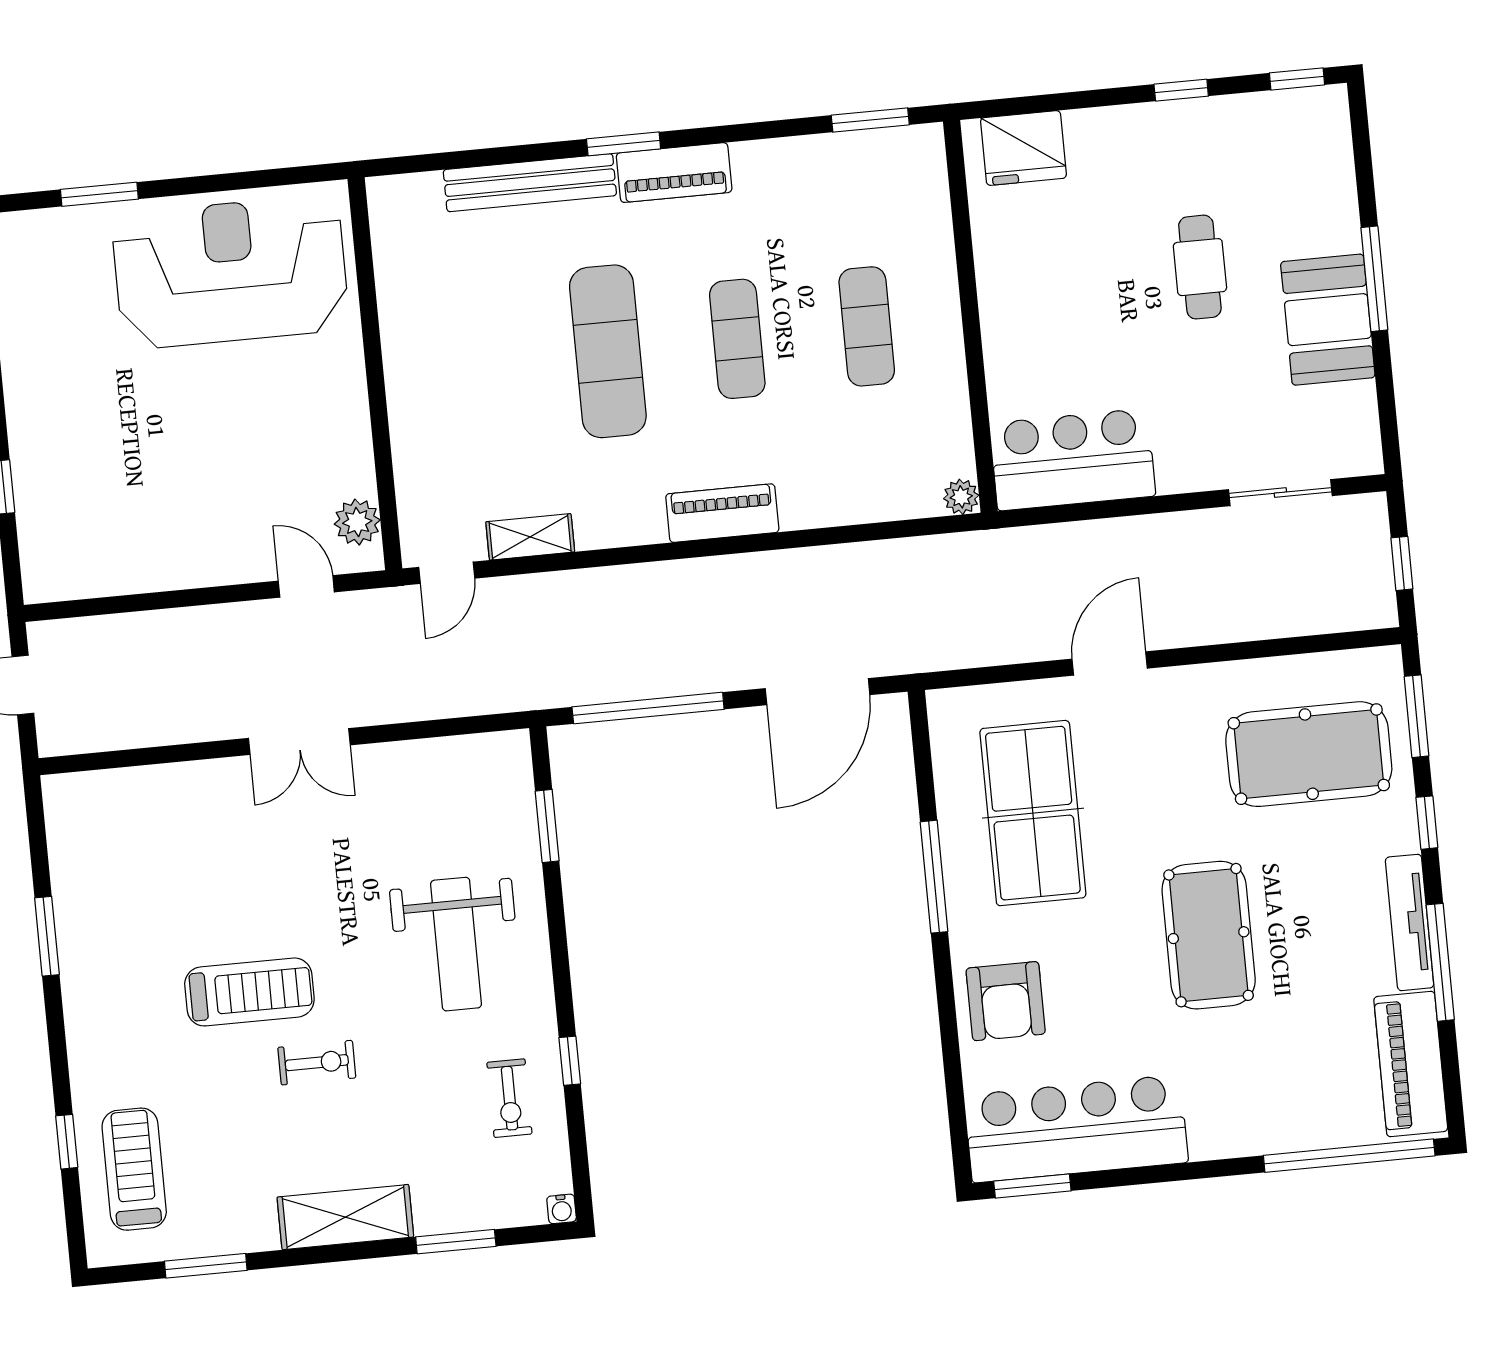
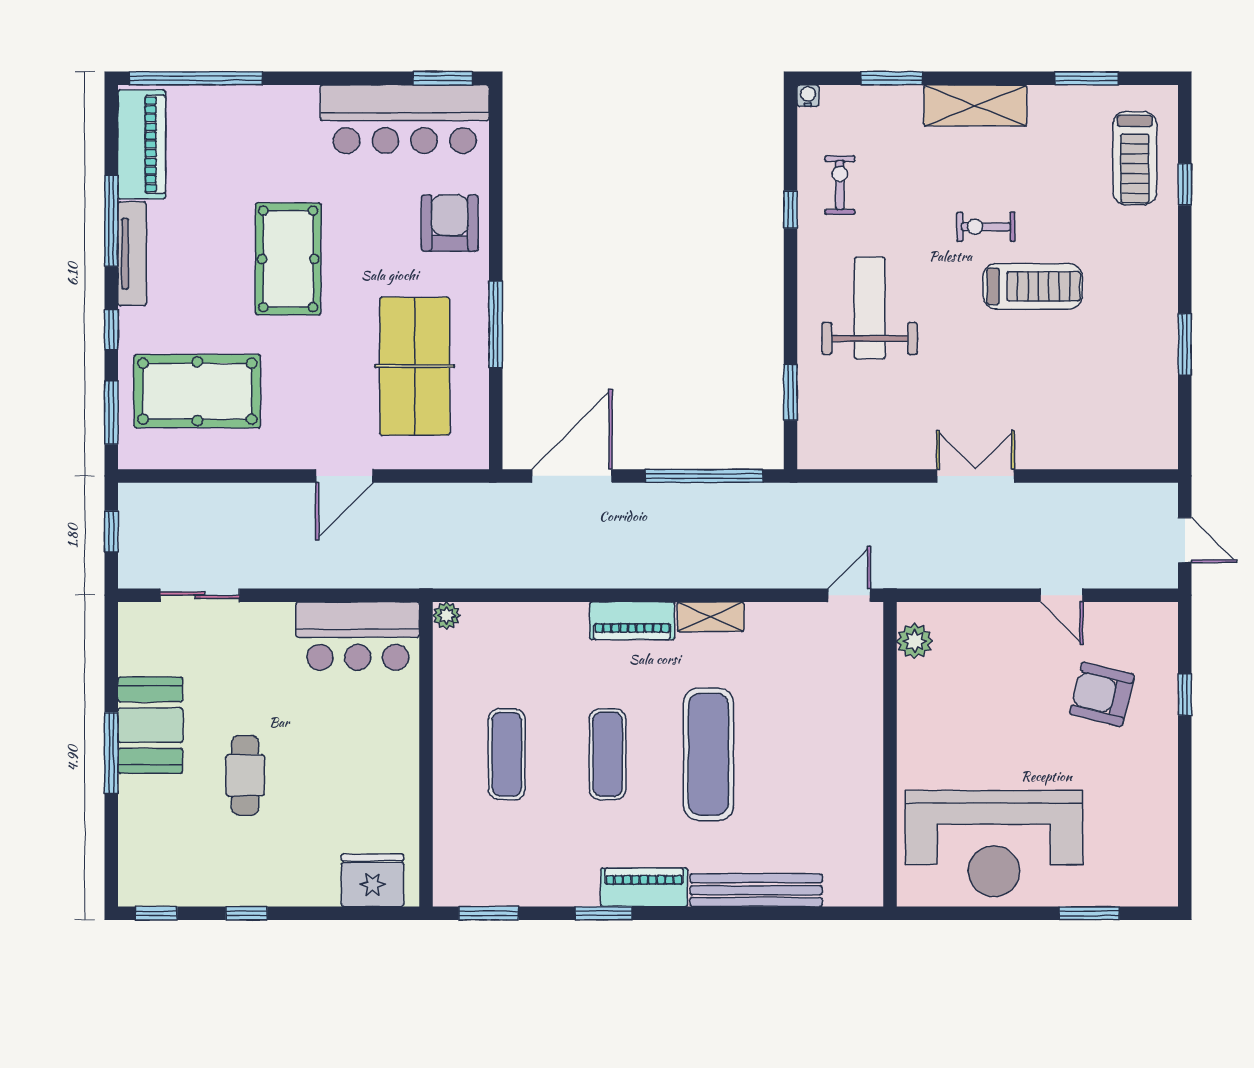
window: (624, 144) -> (604, 913), moved
armchair: (110, 477) -> (1102, 694), added
shelving: (530, 537) -> (711, 617), moved
door: (306, 586) -> (1062, 595), moved
treadmill: (249, 992) -> (1033, 286), turned 180

